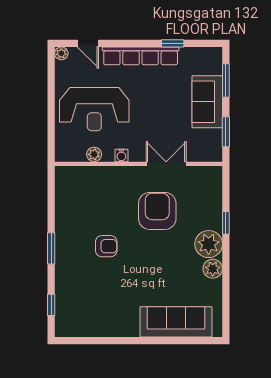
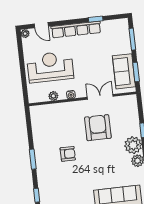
sofa: (207, 102) -> (124, 71), moved
reception desk: (94, 109) -> (50, 67), turned 180

